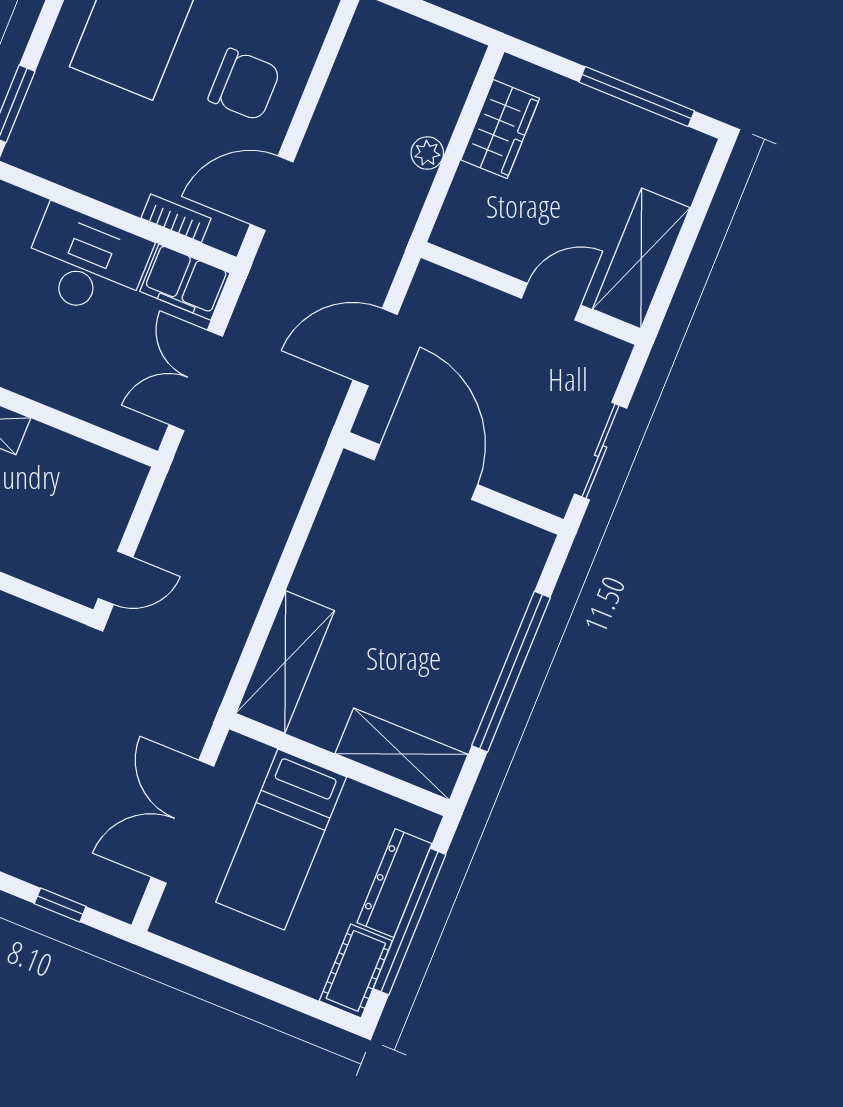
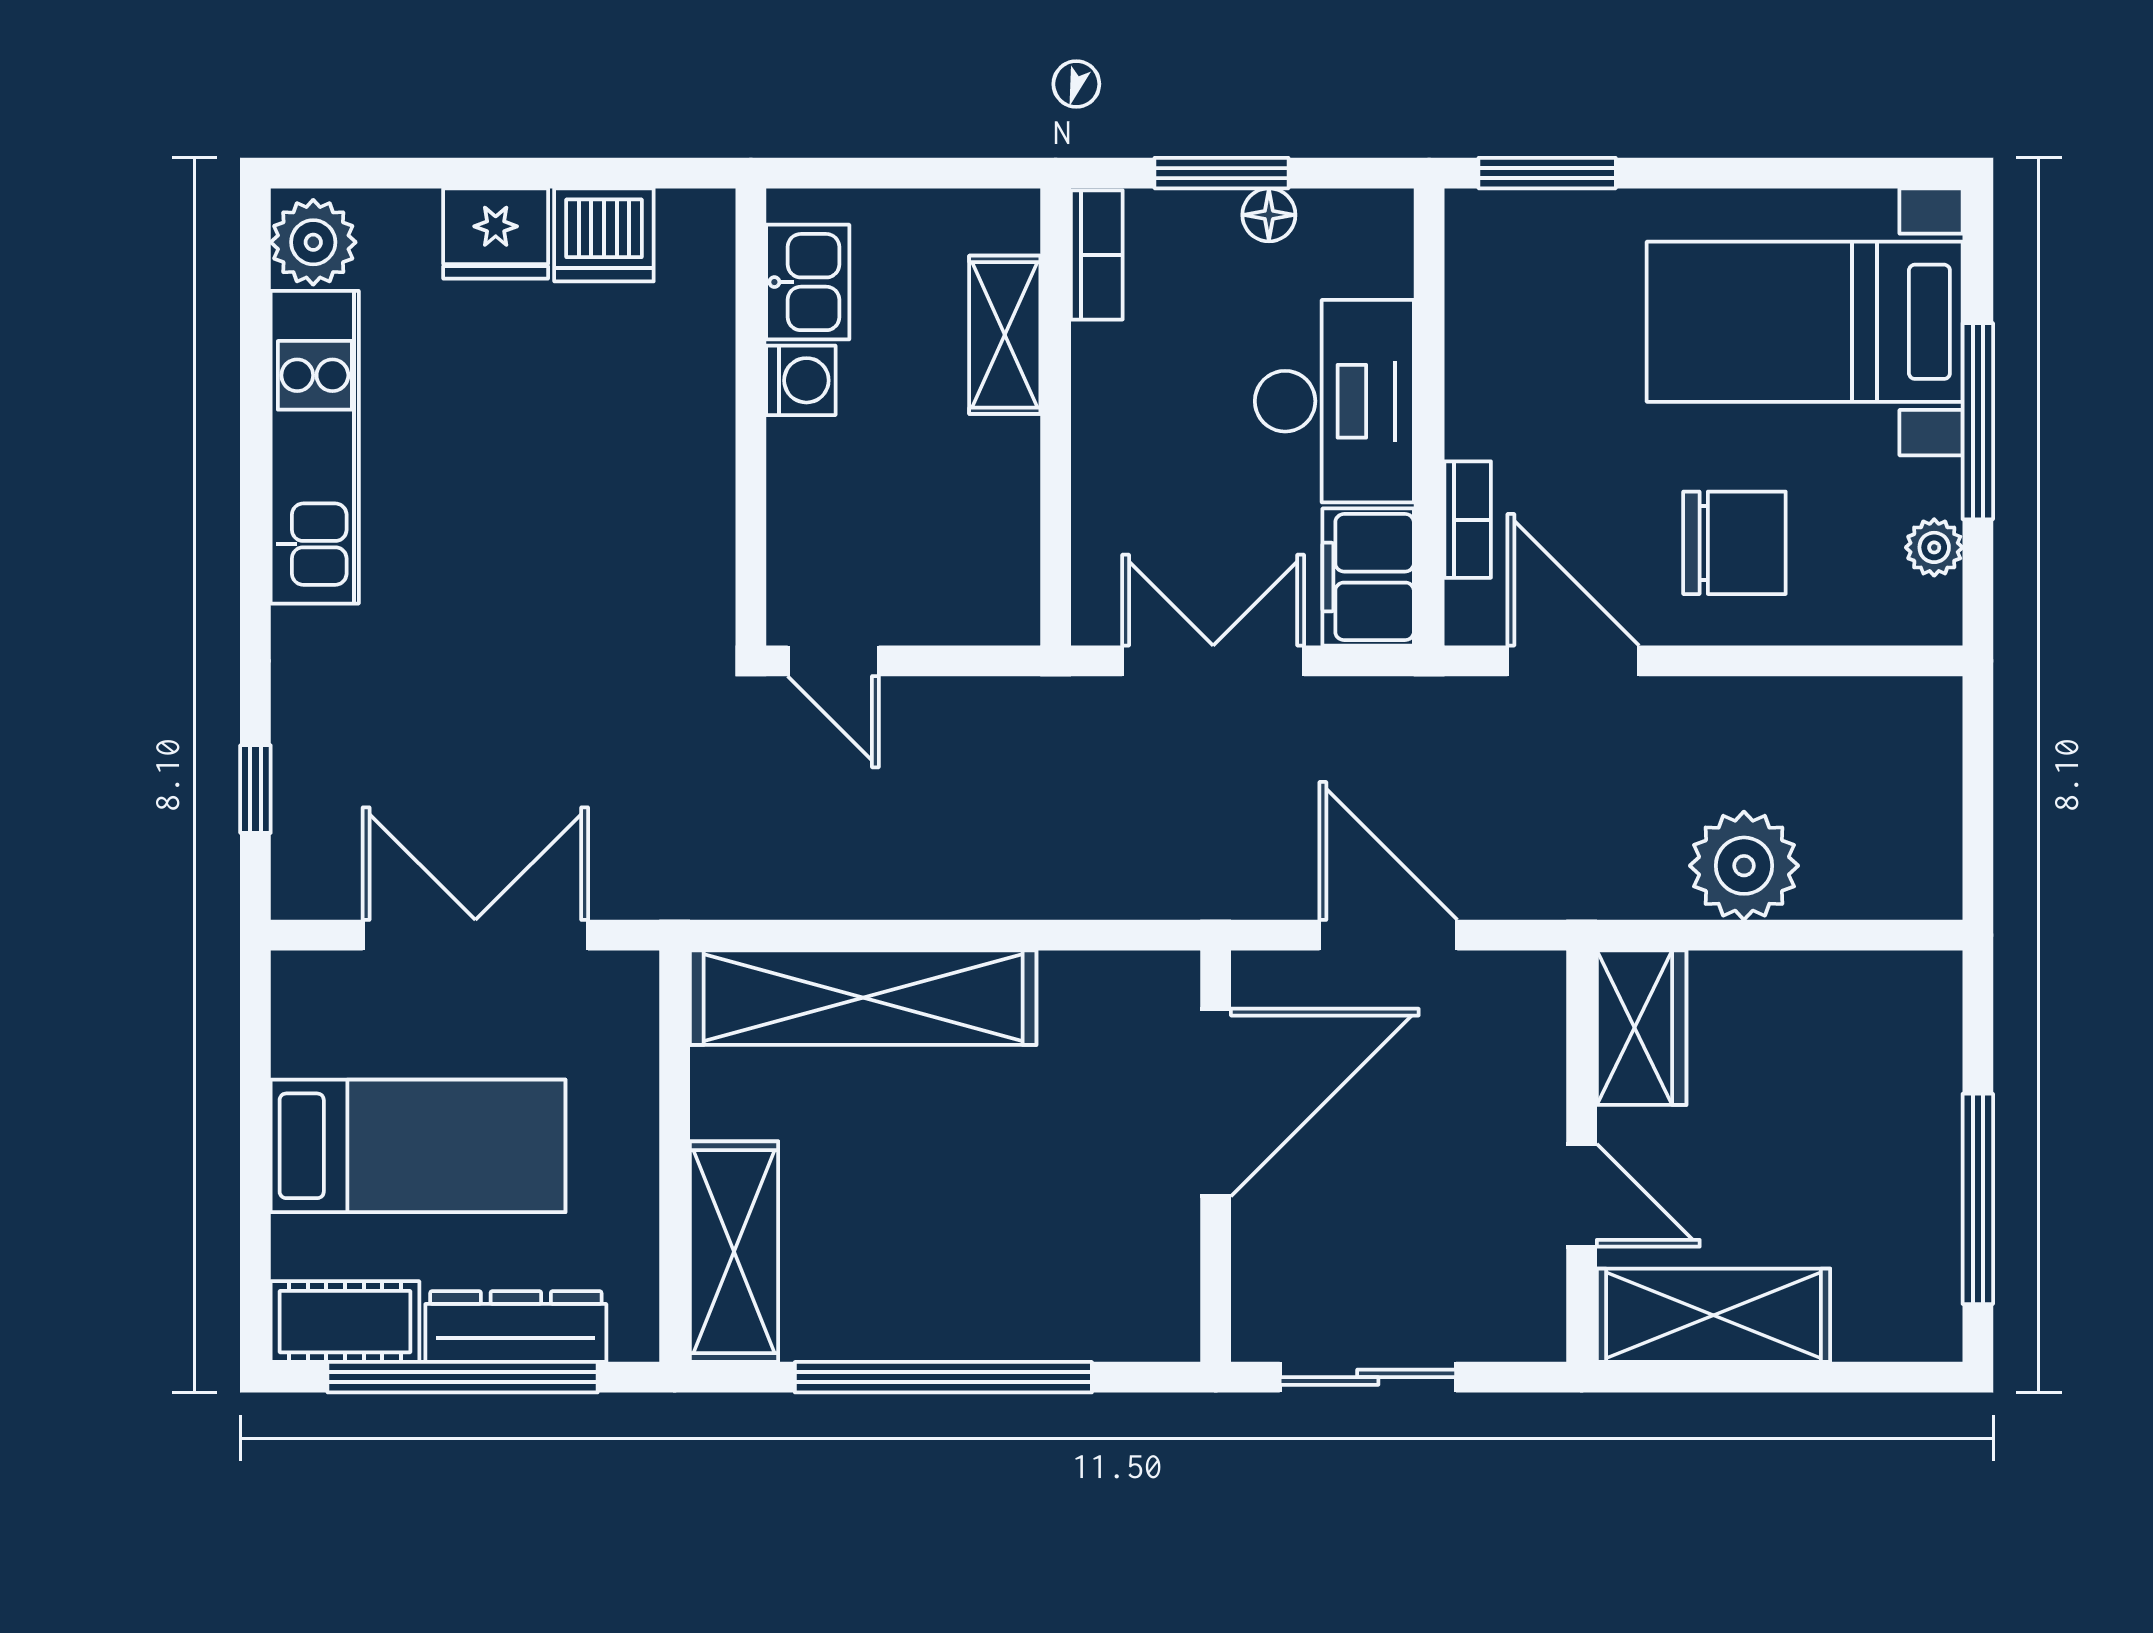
chair: (244, 85) -> (1734, 543), turned -90
wardrobe: (500, 129) -> (1642, 1028), moved, turned -90
plant: (427, 153) -> (1744, 866), width x1.87, depth x1.87
shelving: (285, 662) -> (863, 998), width x1.47
bed: (281, 839) -> (418, 1146), moved, turned 180

